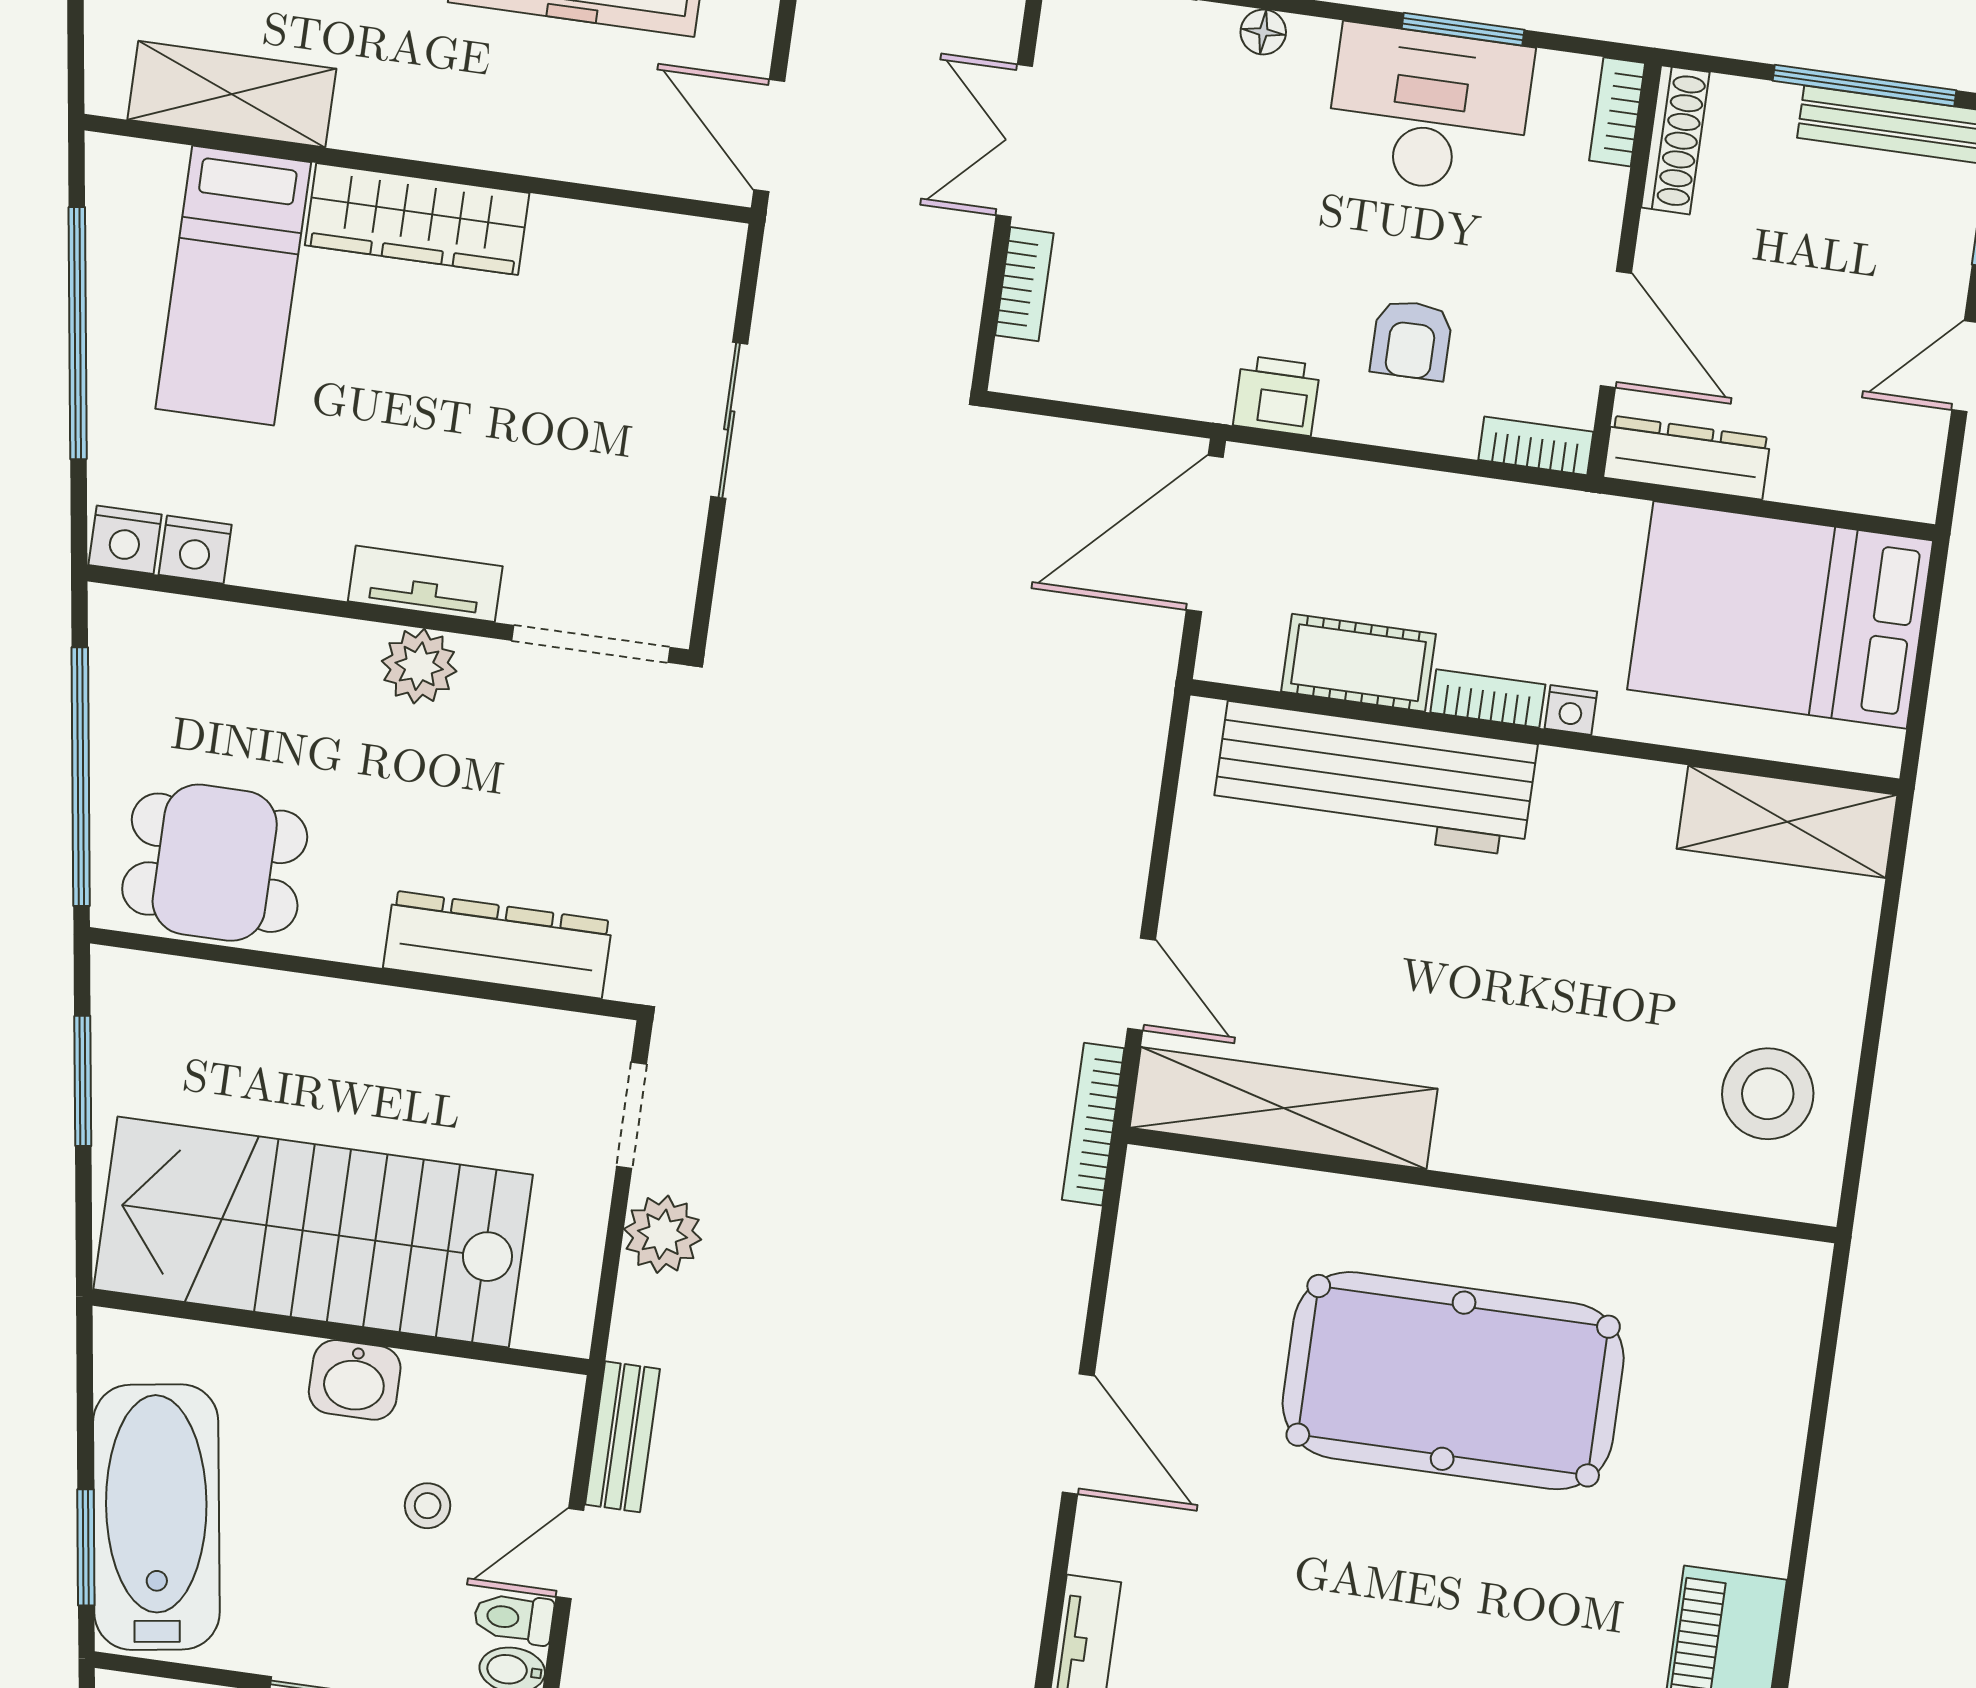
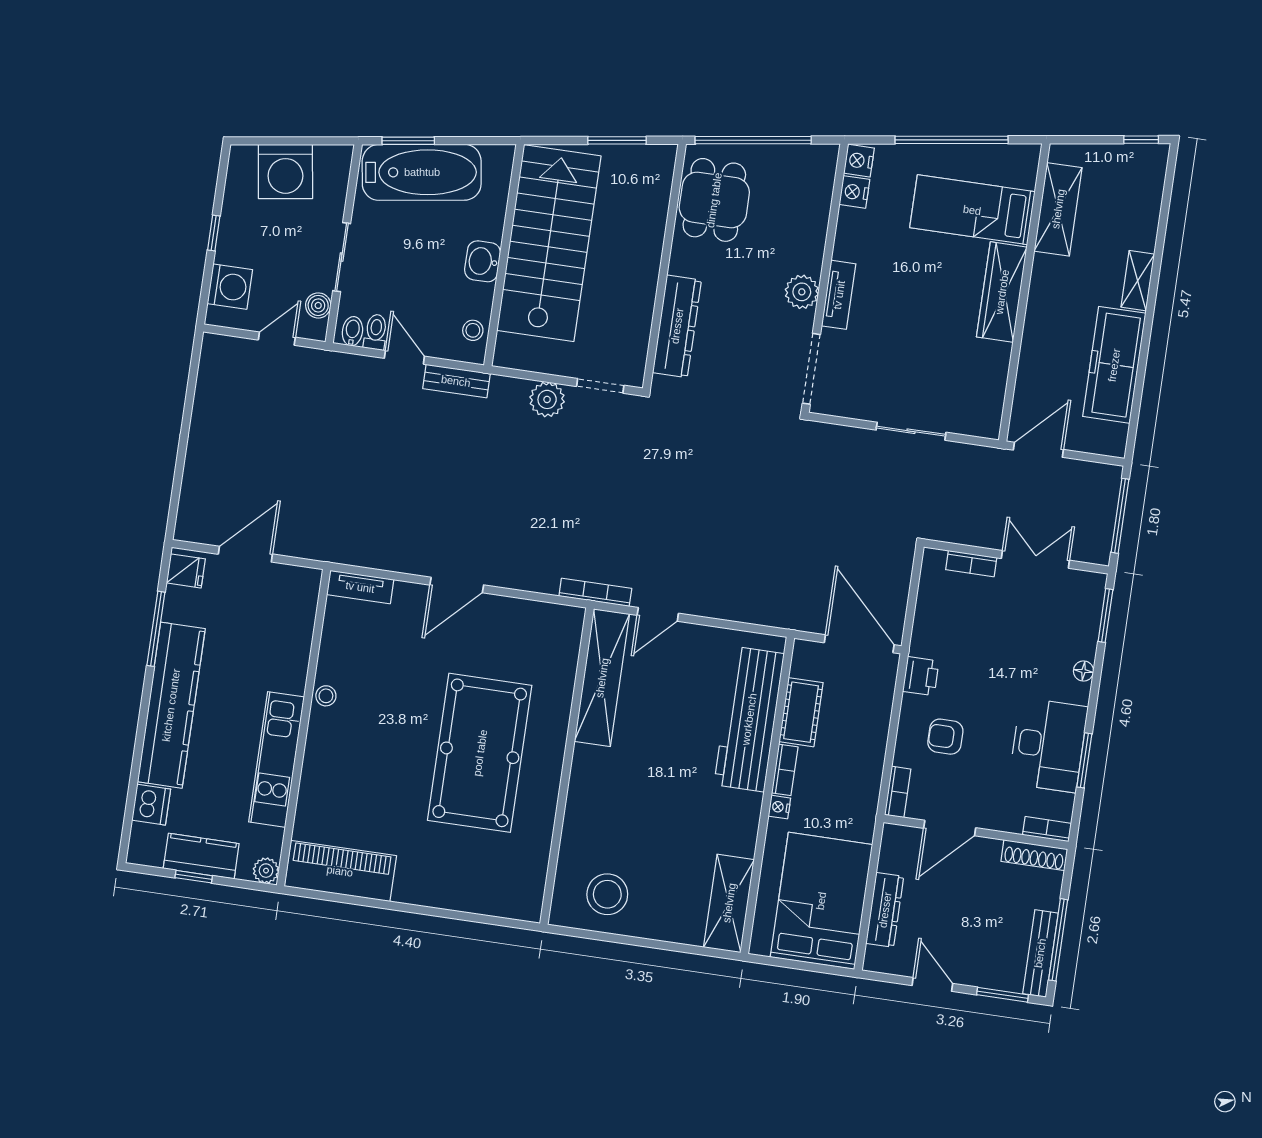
dresser: (1687, 458) -> (885, 910), moved
stool: (428, 1506) -> (473, 330), moved

